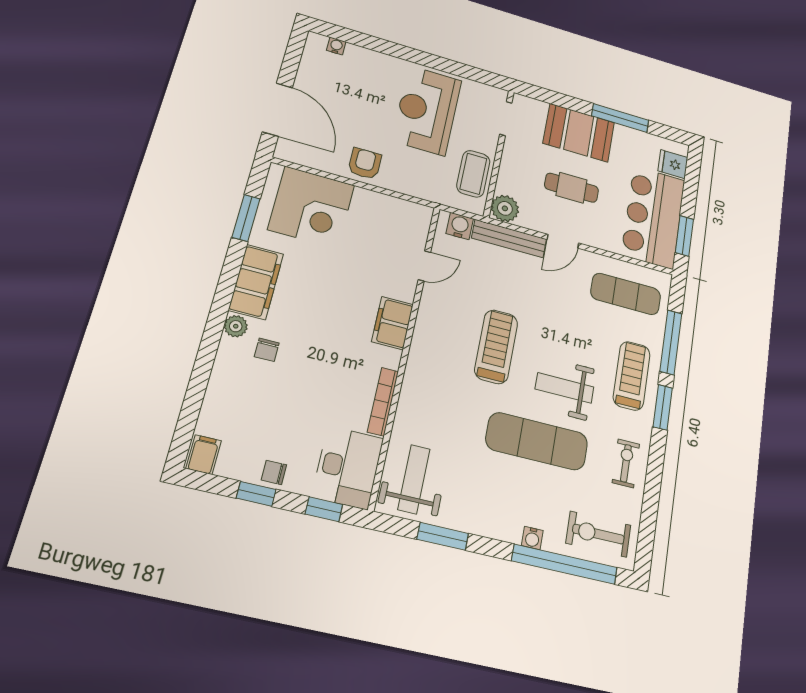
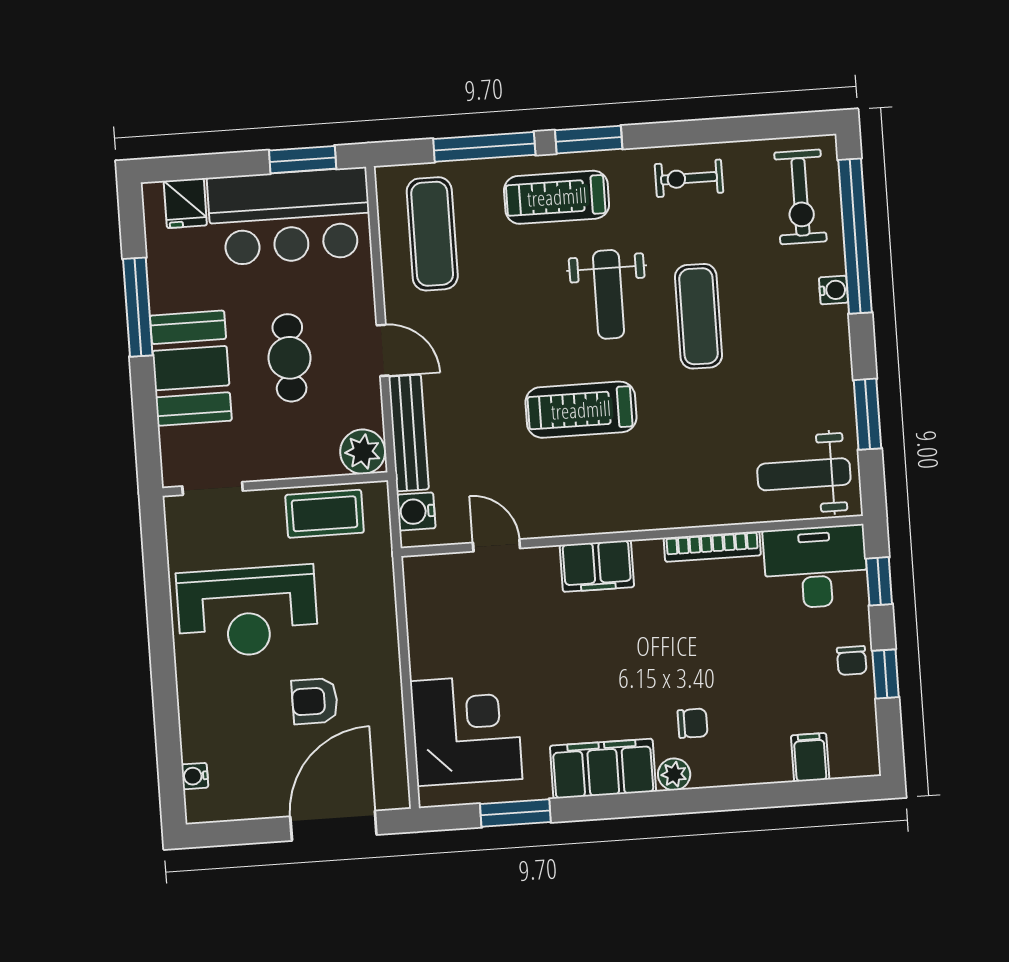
armchair: (365, 164) -> (315, 701), moved
exercise mat: (537, 441) -> (698, 316), width x0.73, depth x0.69
filing cabinet: (204, 455) -> (810, 757), moved, turned 90

